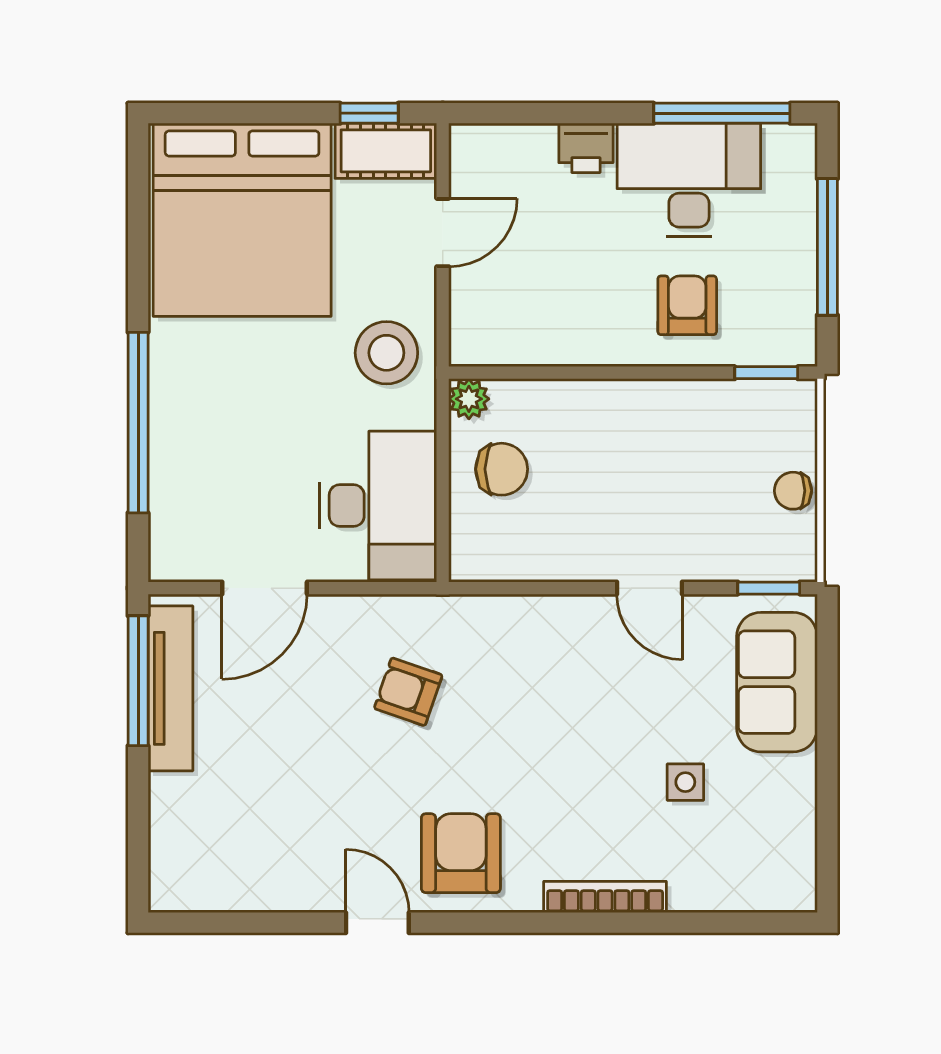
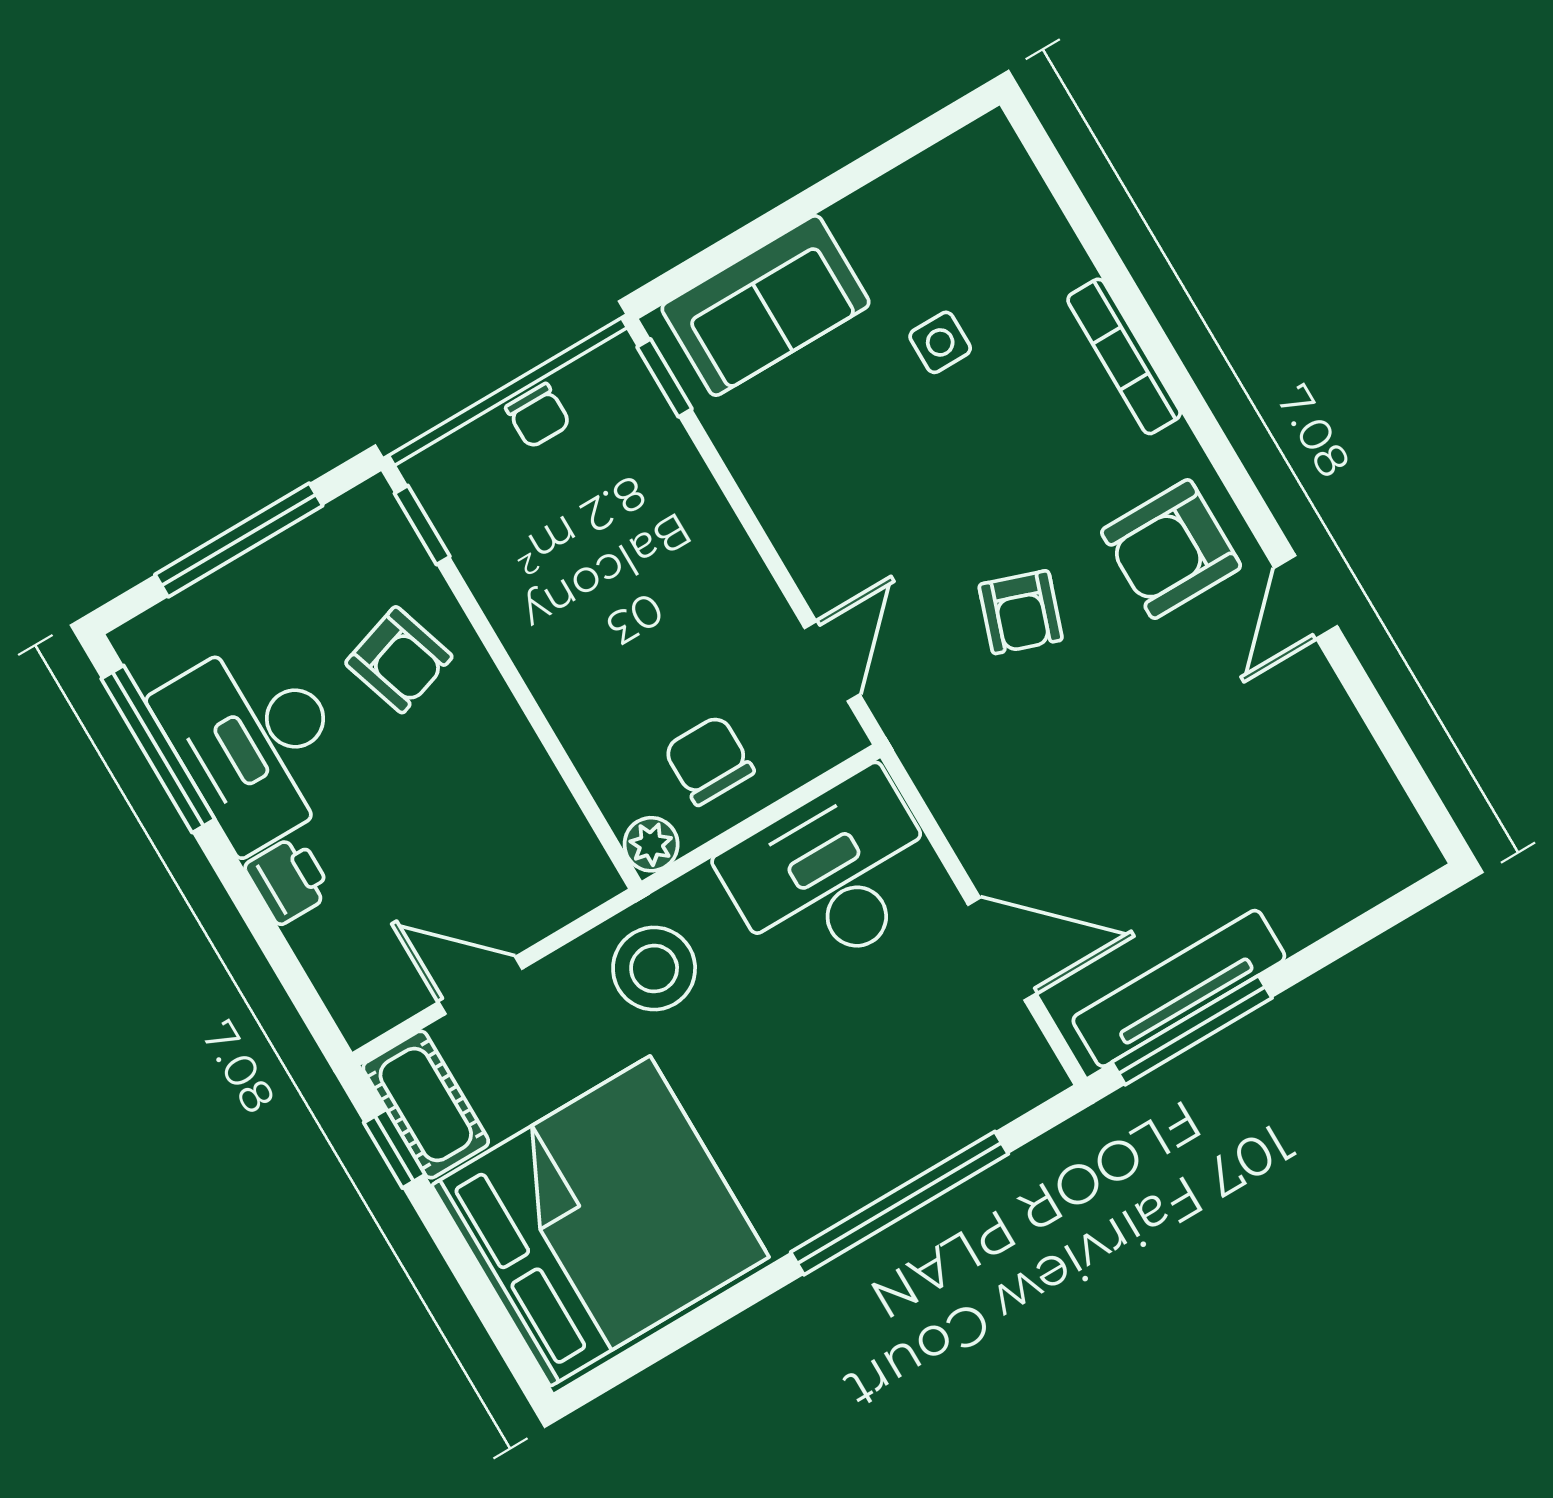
armchair: (687, 305) -> (399, 660), turned -108
door: (649, 588) -> (832, 661), moved
armchair: (408, 692) -> (1021, 612), moved

